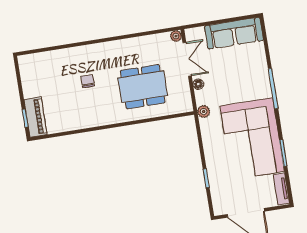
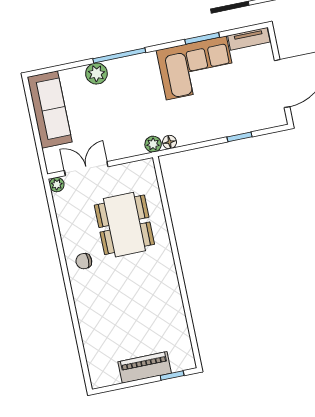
plant: (260, 70) -> (96, 73), added
chair: (88, 81) -> (84, 261), moved
floor lamp: (198, 84) -> (170, 142), moved
piano: (35, 117) -> (145, 367), moved
corner sofa: (252, 139) -> (196, 68), width x0.73, depth x0.74

